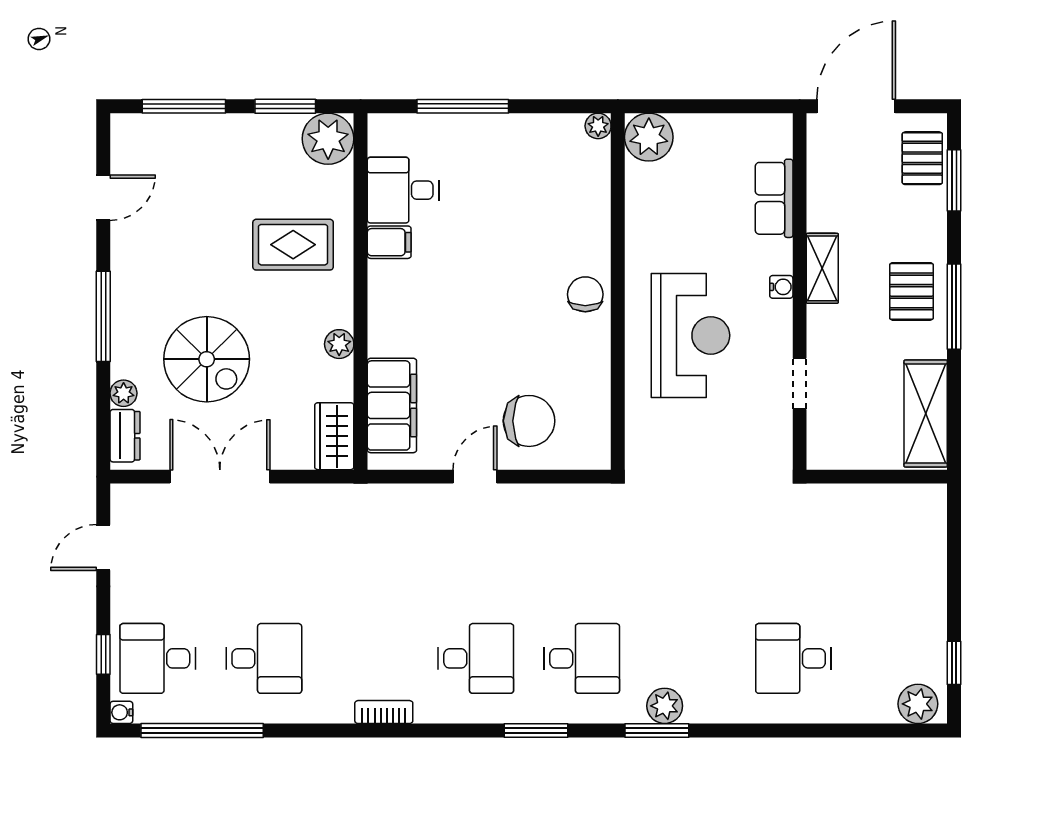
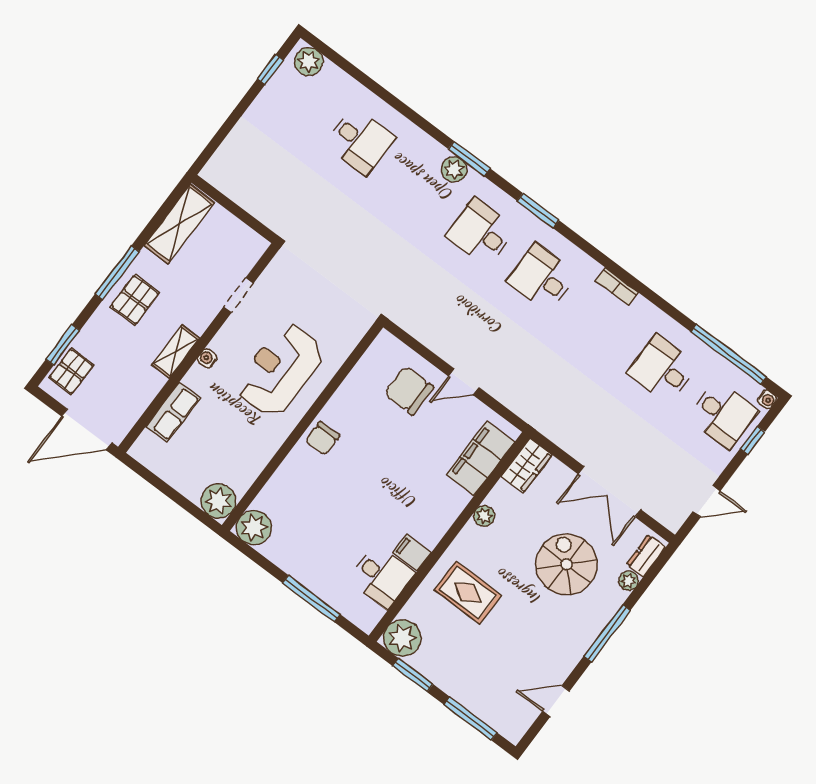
plant: (598, 126) -> (254, 528), width x1.87, depth x1.87

